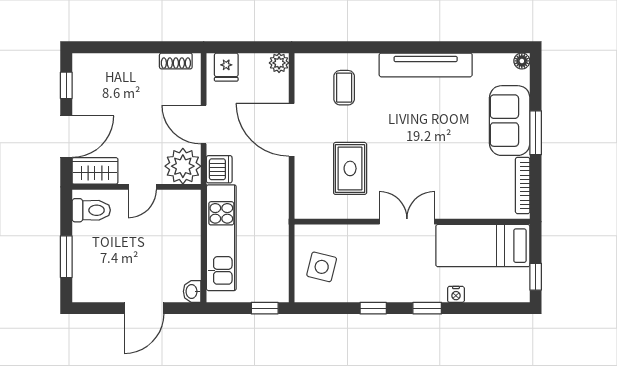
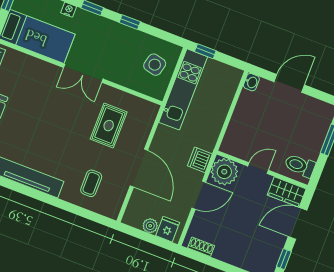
plant: (279, 63) -> (150, 226), moved
door: (204, 125) -> (199, 195), hinge flipped
kitchen unit: (221, 238) -> (183, 89), moved, turned 180

